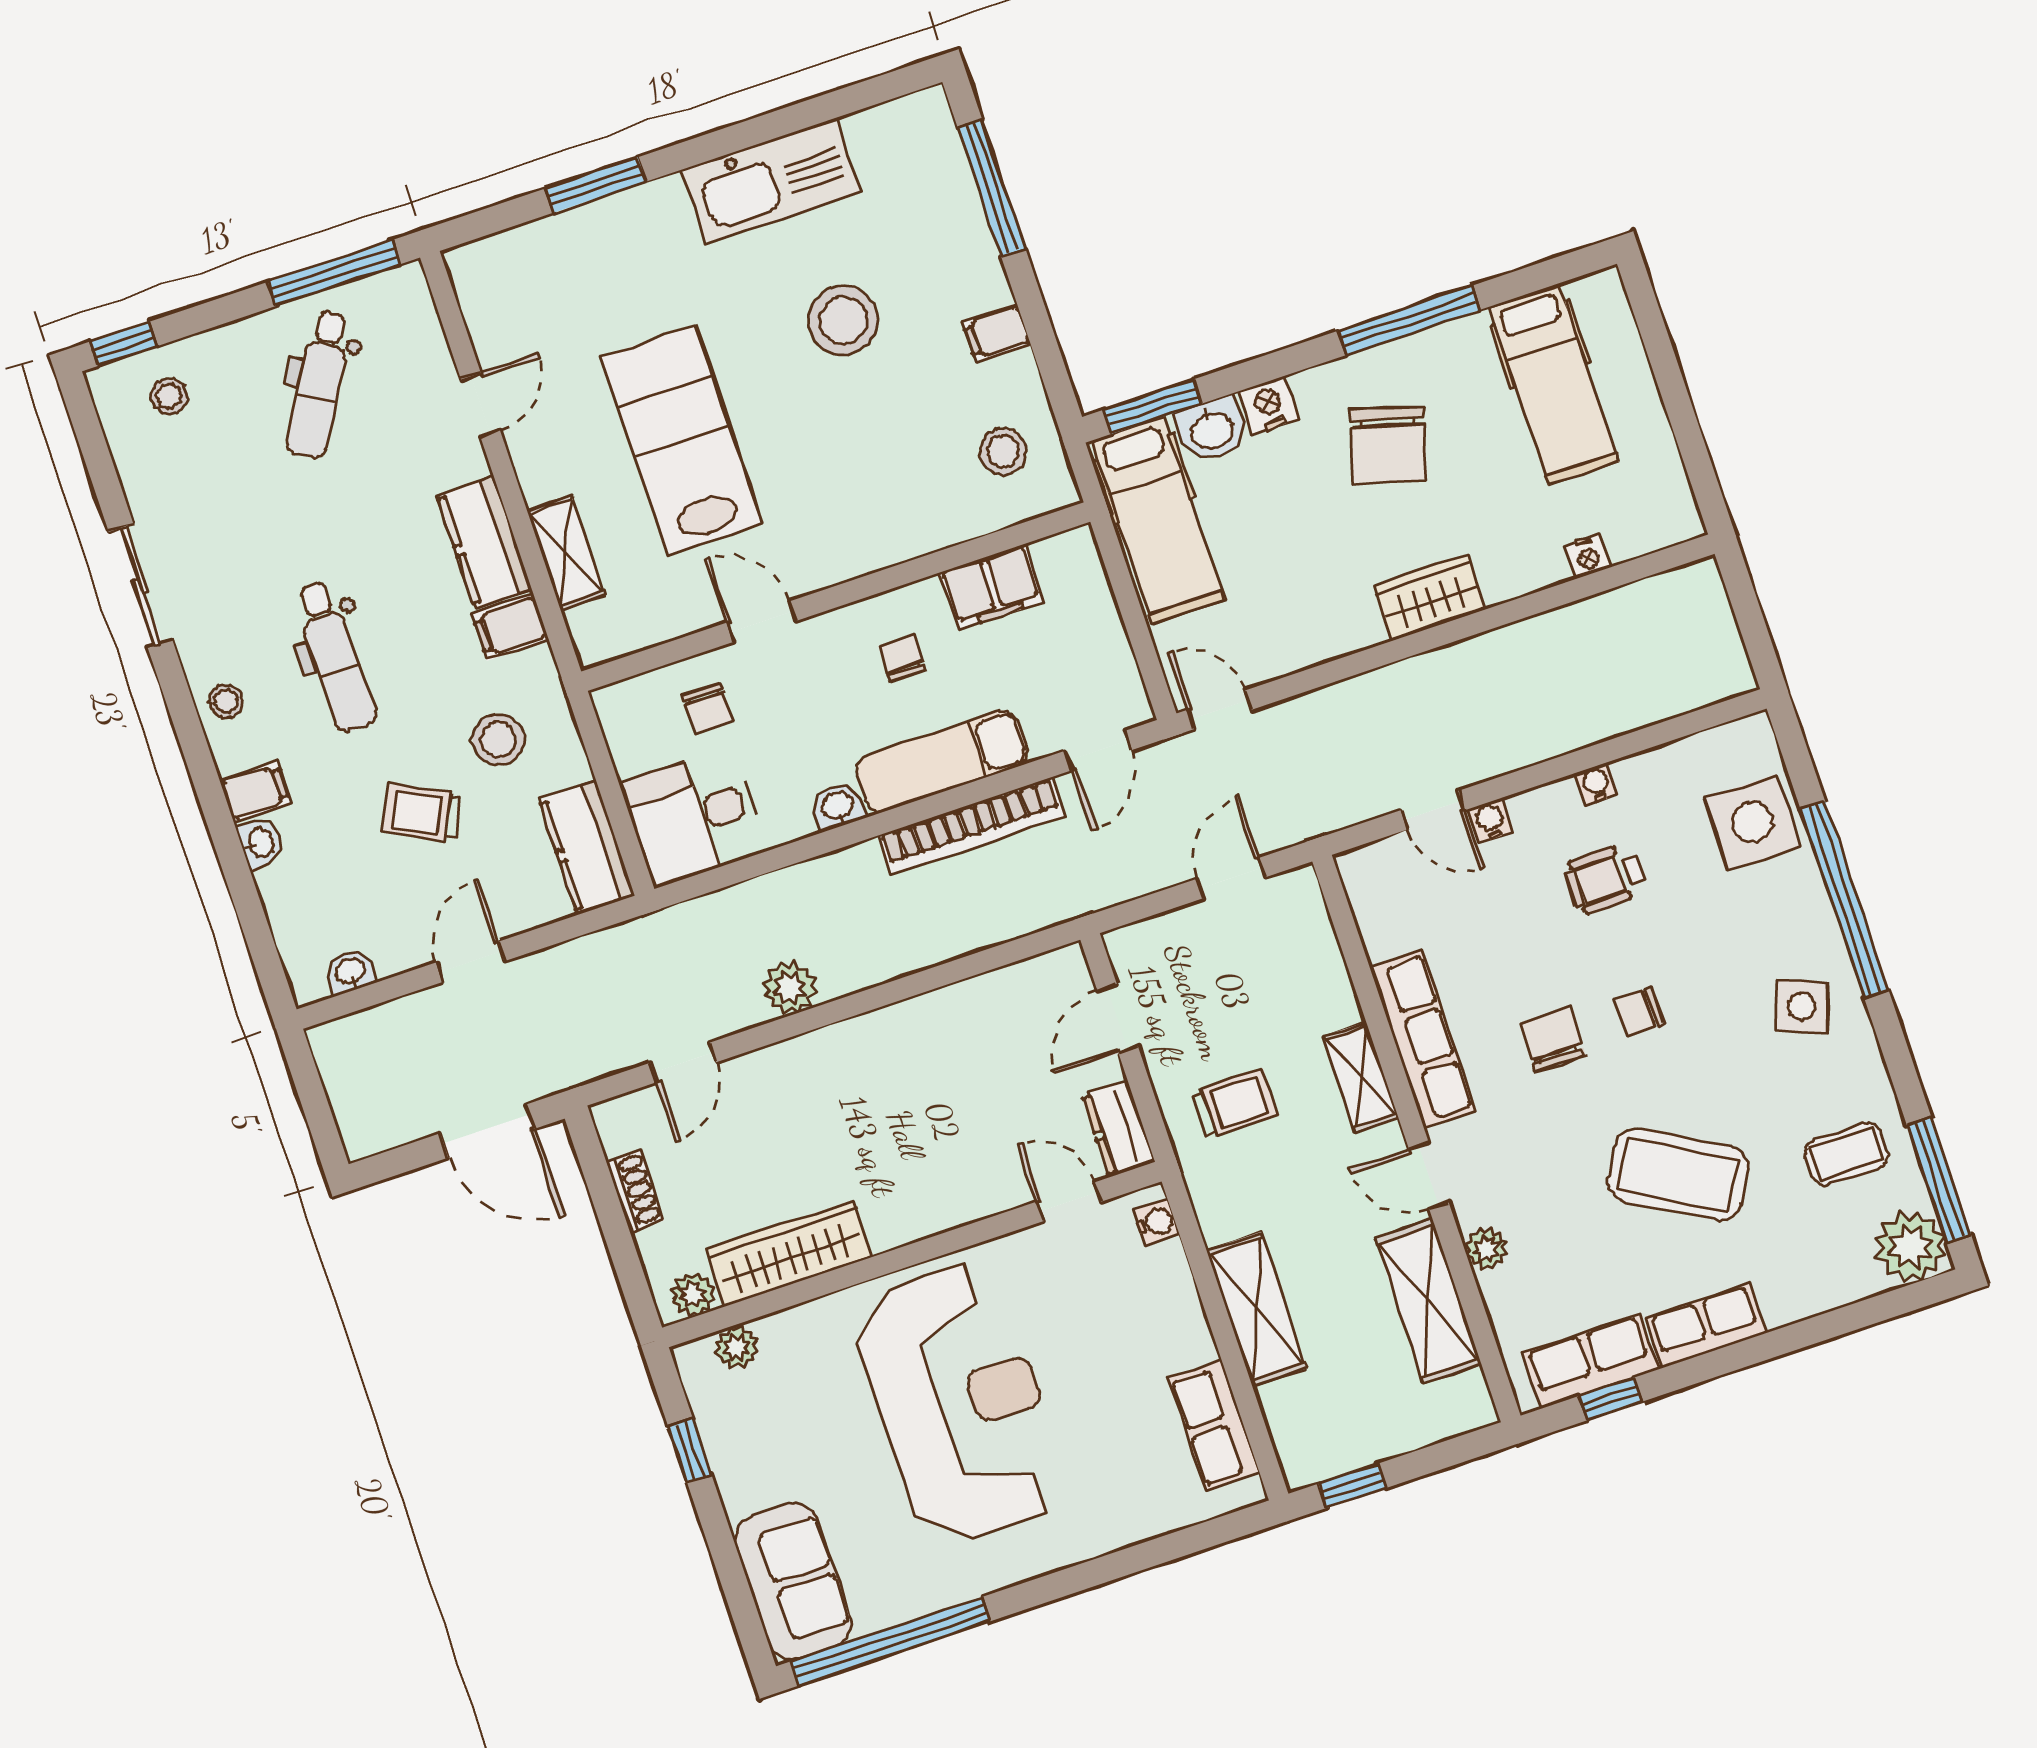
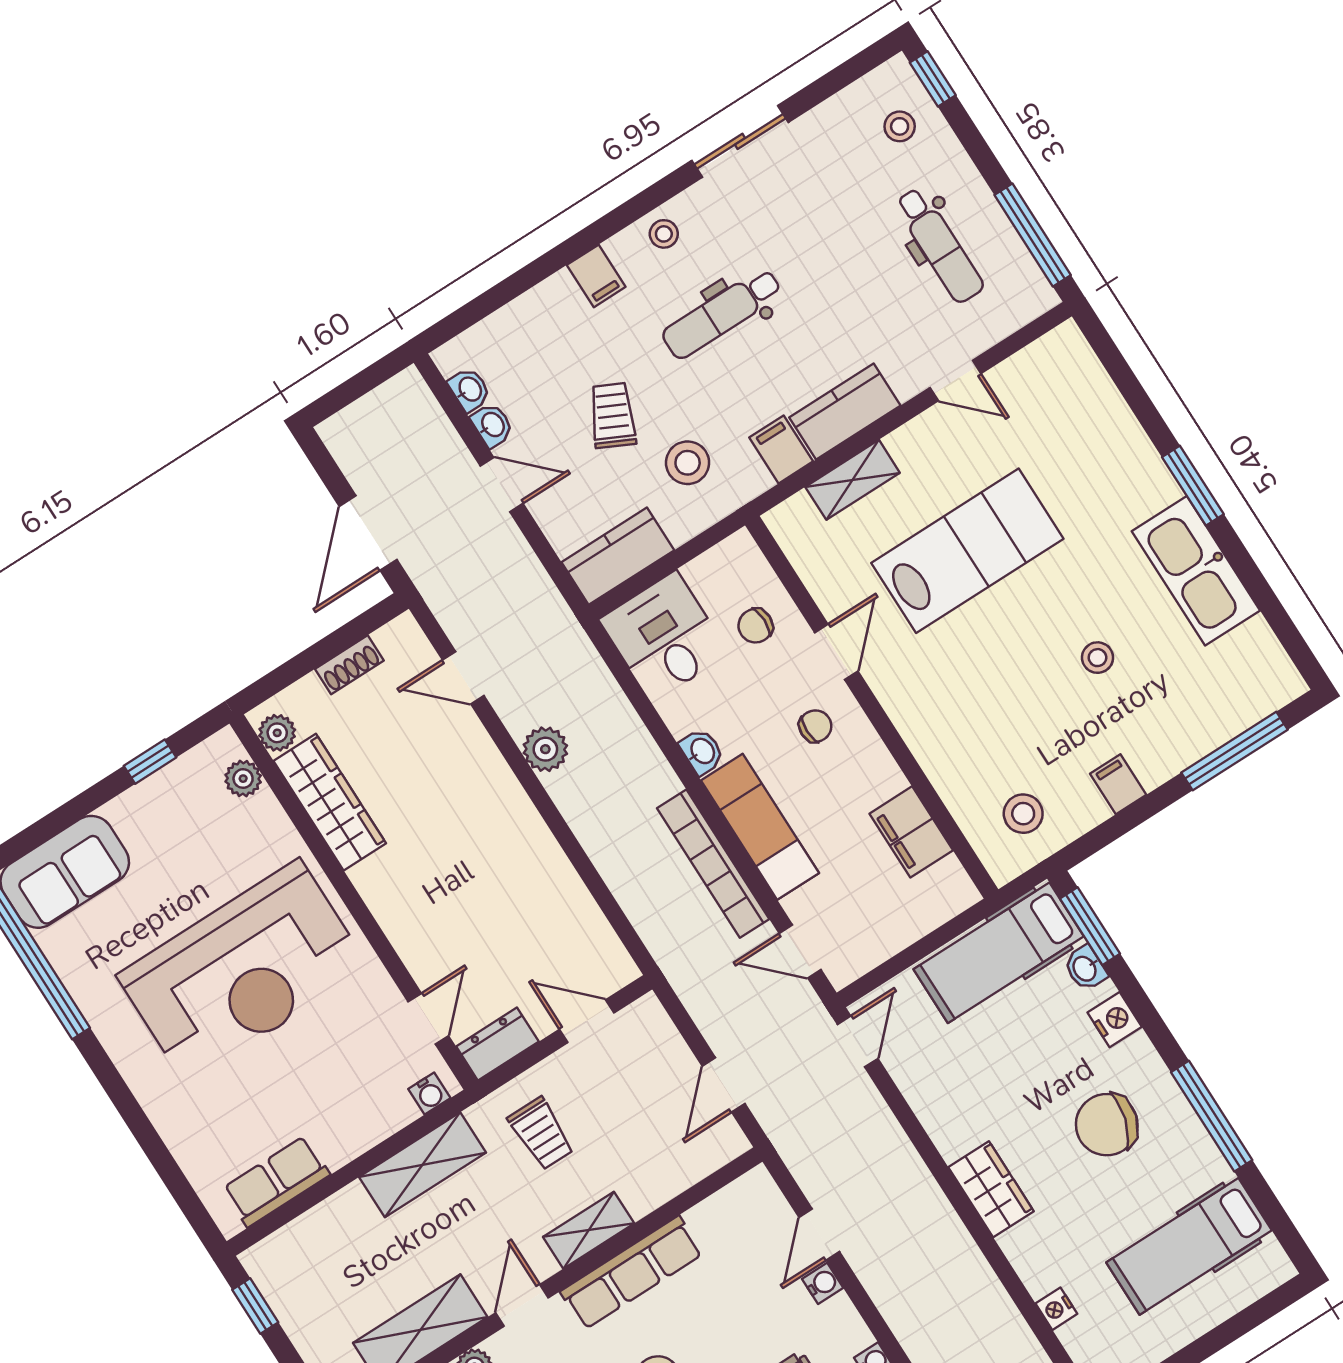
window: (596, 185) -> (1193, 486), moved
stool: (843, 320) -> (1098, 658), width x0.53, depth x0.53
dental chair: (319, 384) -> (939, 245), turned -120
washbasin: (1212, 429) -> (1085, 968), width x0.72, depth x0.69
chair: (902, 658) -> (815, 726), moved
washbasin: (260, 843) -> (492, 425), moved, turned -90
door: (1231, 878) -> (724, 1085), swing flipped
shelving: (1257, 1309) -> (422, 1165), moved

